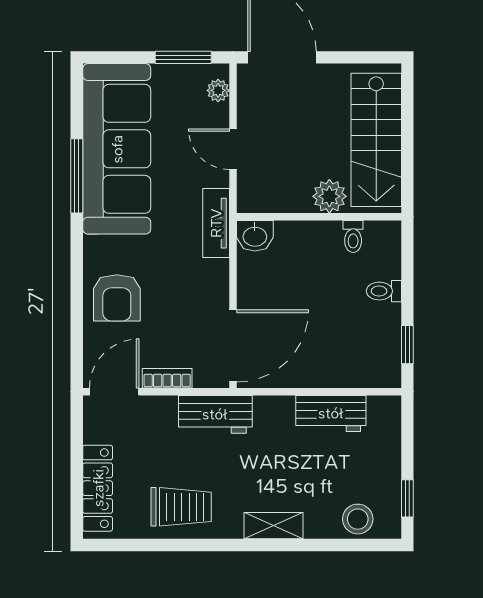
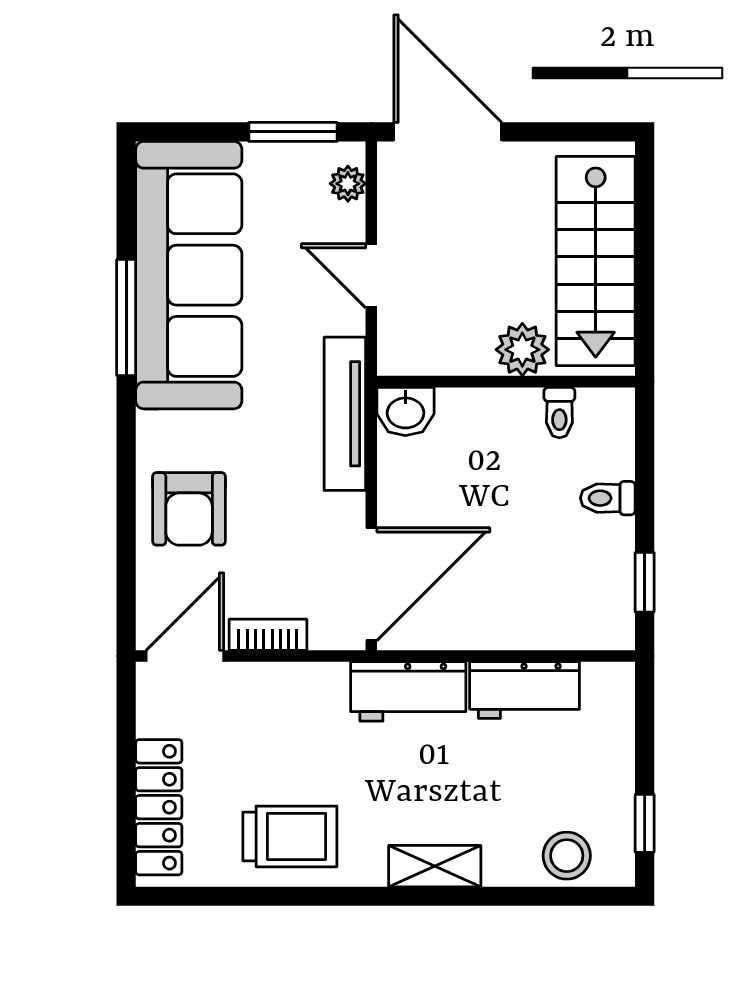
tv unit: (216, 223) -> (345, 414), width x1.41
workbench: (215, 414) -> (408, 691), moved

